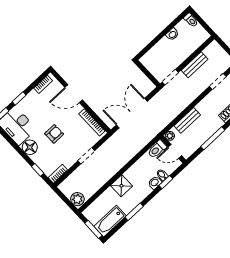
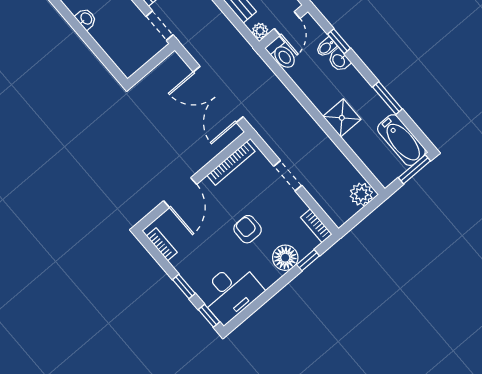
floor lamp: (30, 147) -> (285, 258), moved

